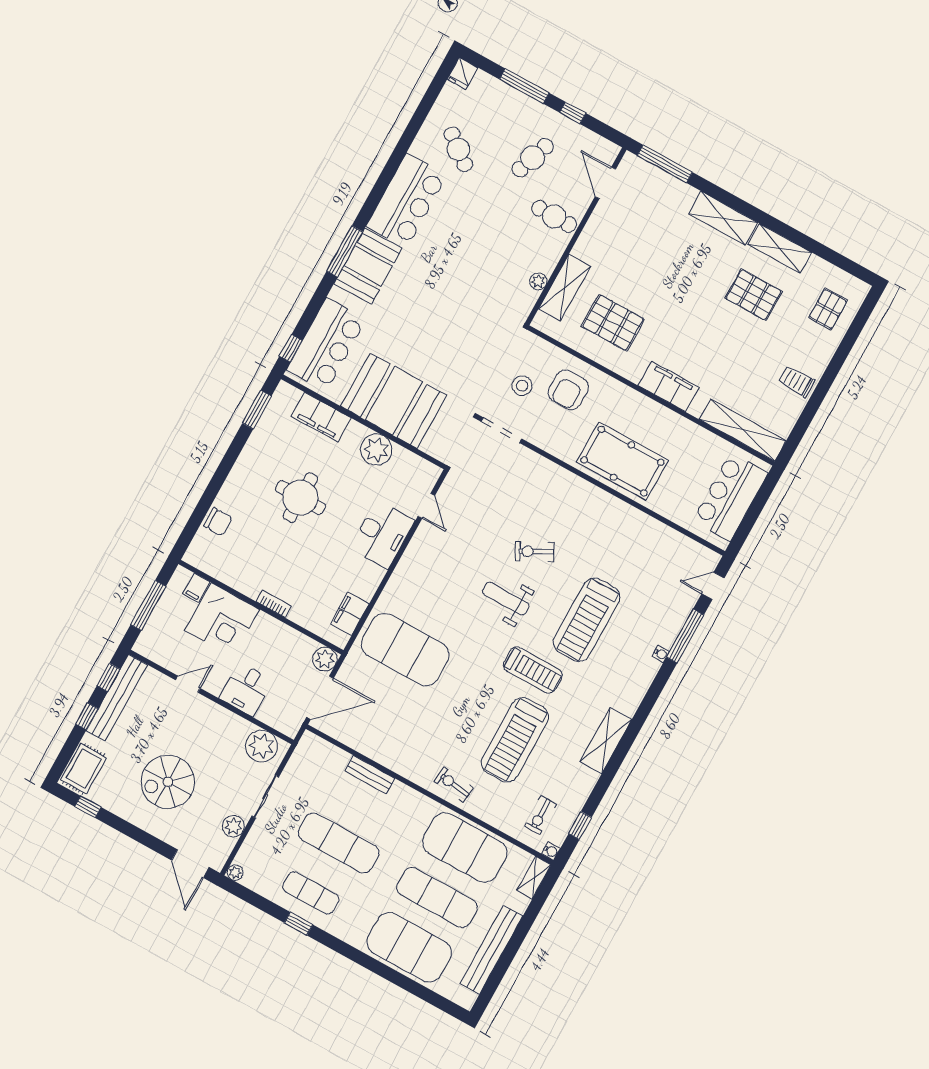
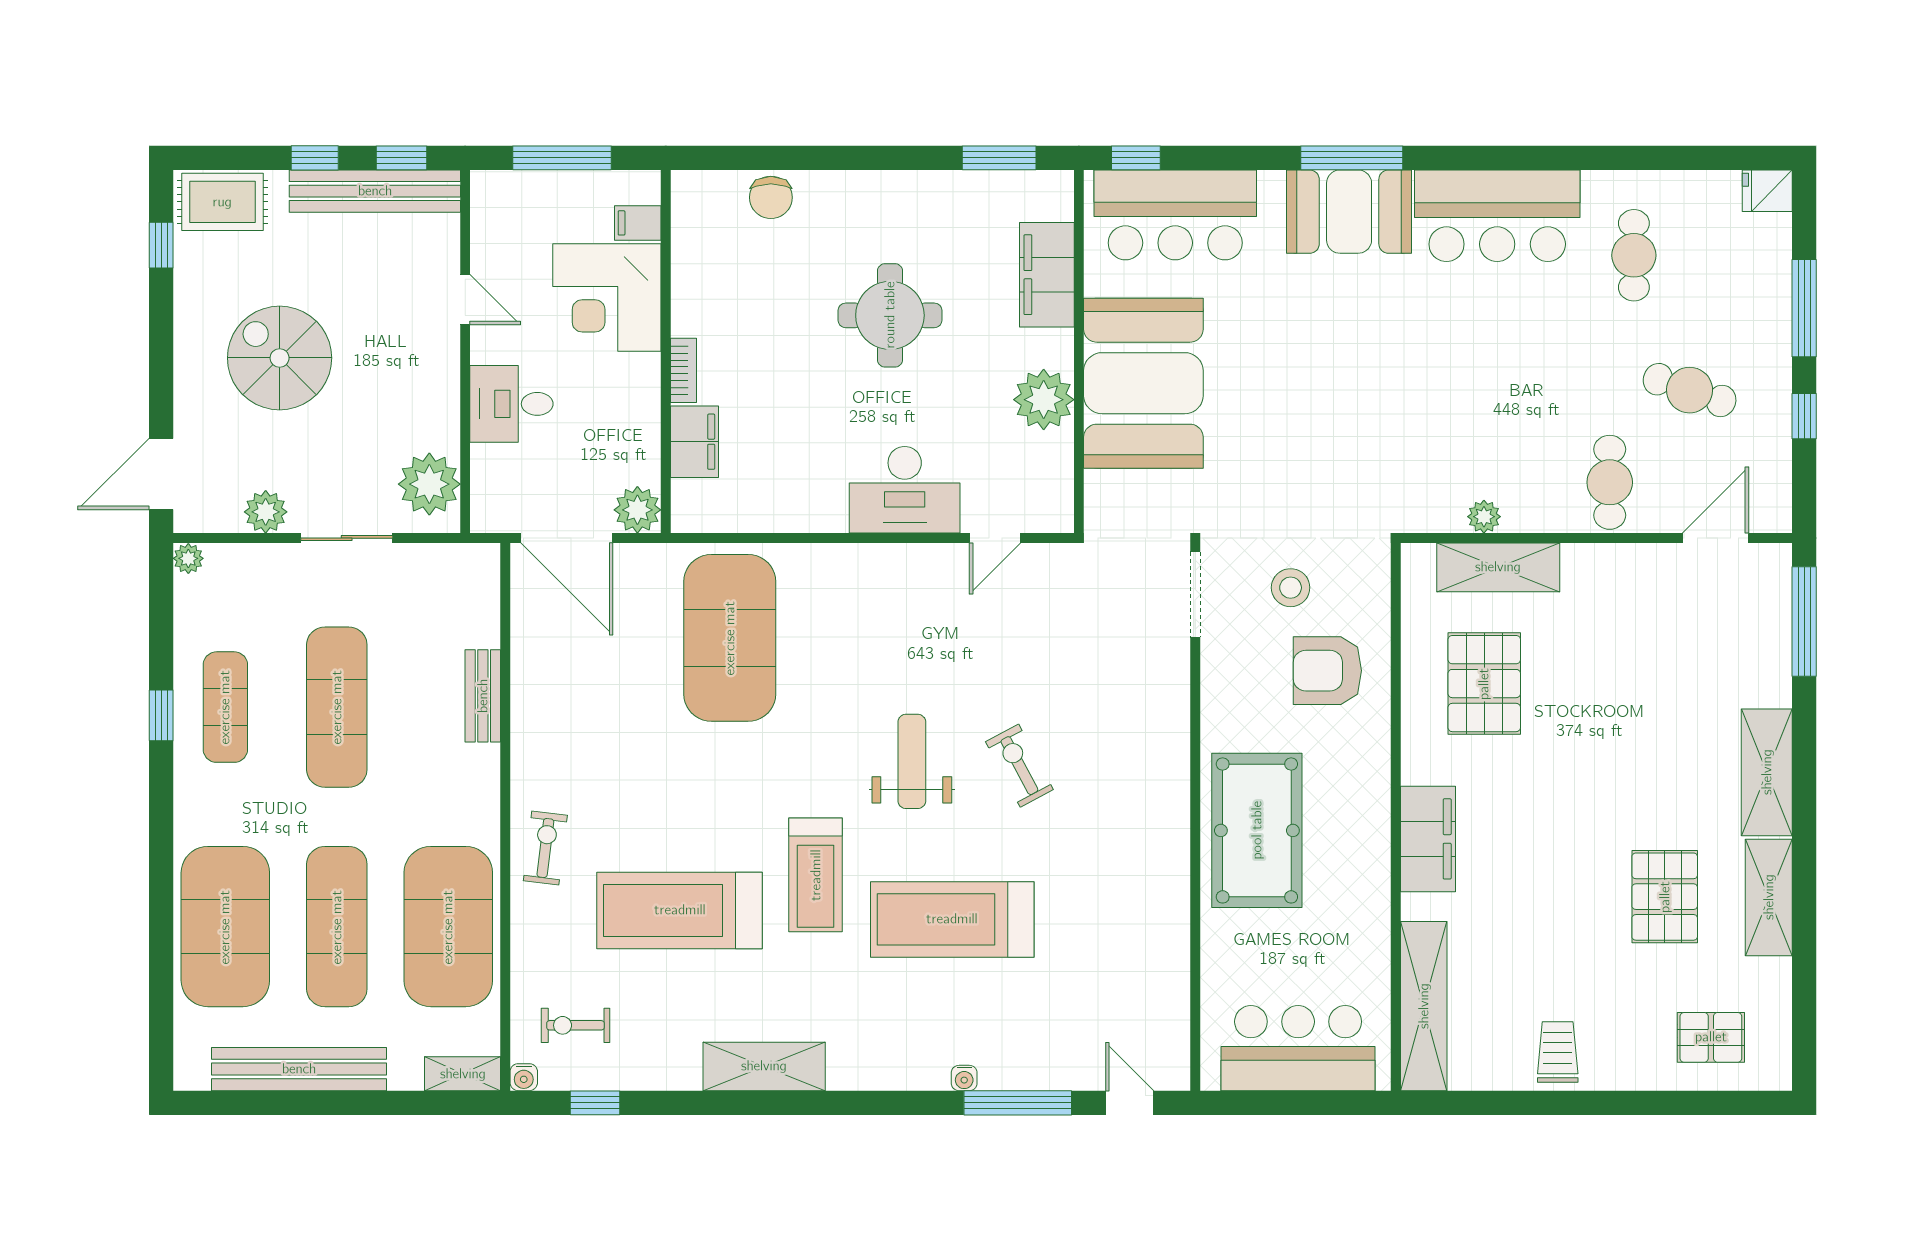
cafe table: (458, 149) -> (1634, 255), turned -38
filing cabinet: (350, 614) -> (694, 442), moved, turned 90

